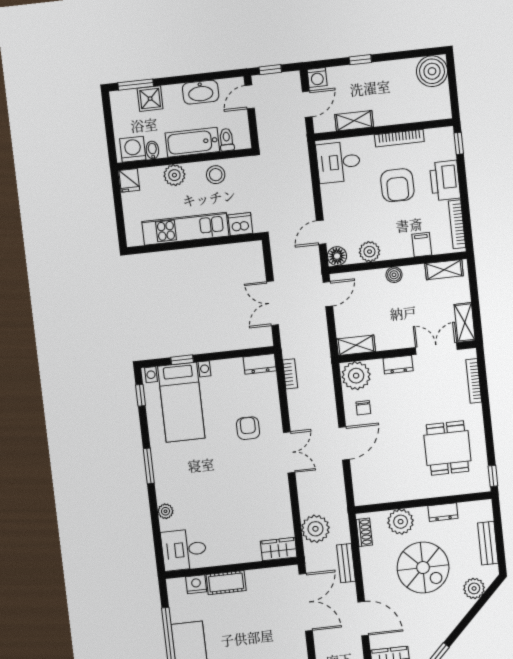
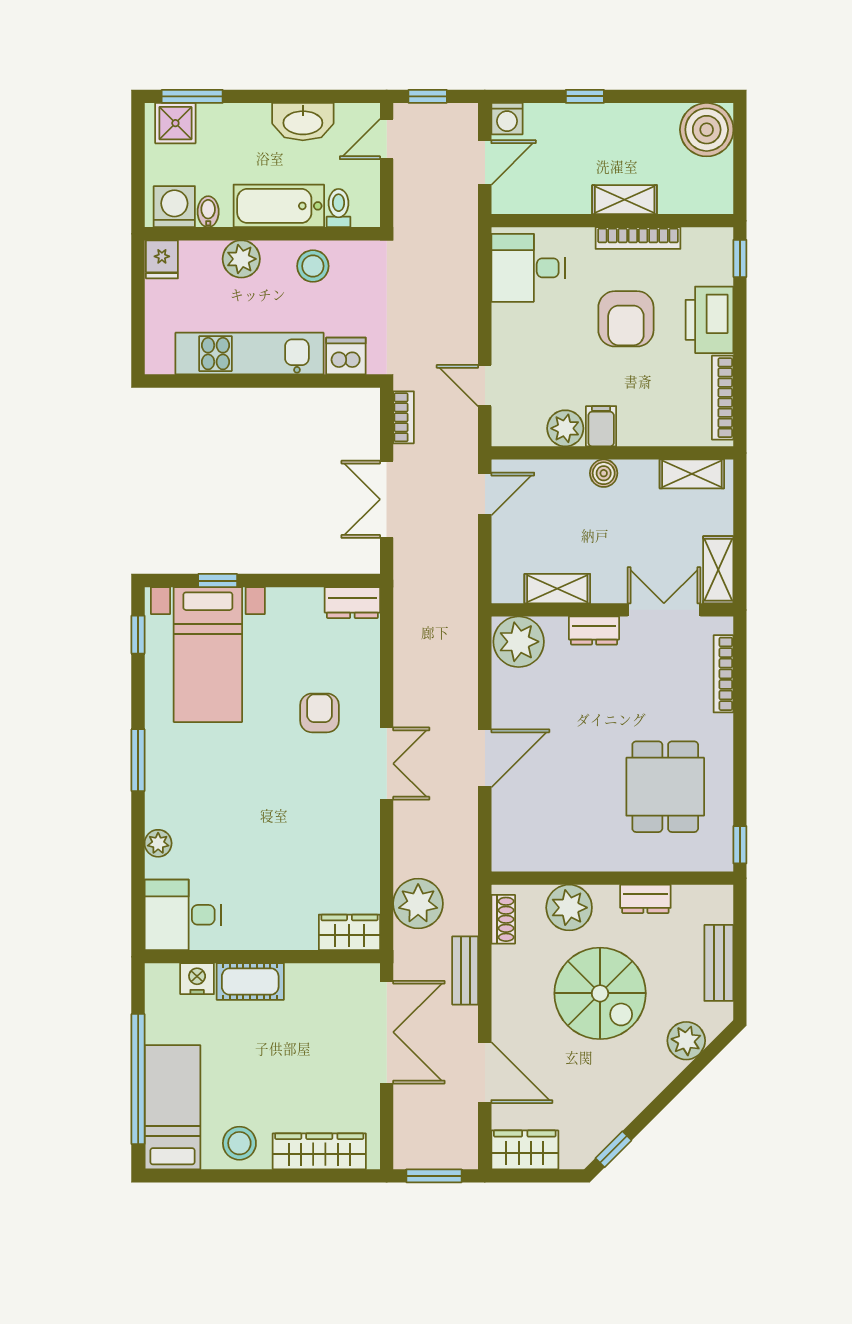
shower: (150, 99) -> (175, 123), moved
shelving: (354, 121) -> (625, 200), moved
door: (321, 232) -> (485, 386), hinge flipped
filing cabinet: (422, 245) -> (601, 426), moved
floor lamp: (337, 256) -> (508, 430), removed
shelving: (356, 345) -> (557, 589), moved
bookcase: (290, 374) -> (404, 417), moved
chair: (363, 408) -> (525, 700), removed

